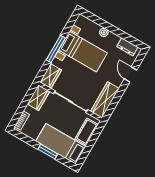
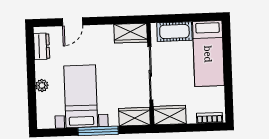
wardrobe: (105, 100) -> (131, 33), width x0.67
window: (48, 152) -> (227, 63), removed

